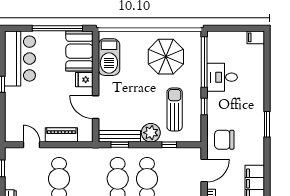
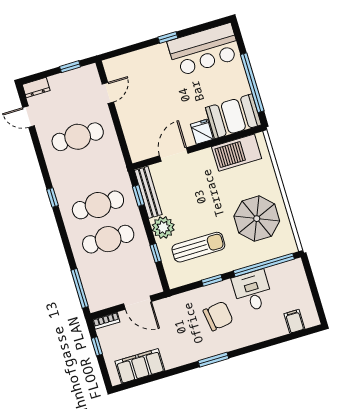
filing cabinet: (256, 37) -> (294, 321), moved
piano: (61, 135) -> (130, 124), removed
chair: (224, 140) -> (218, 316), moved, turned 82

